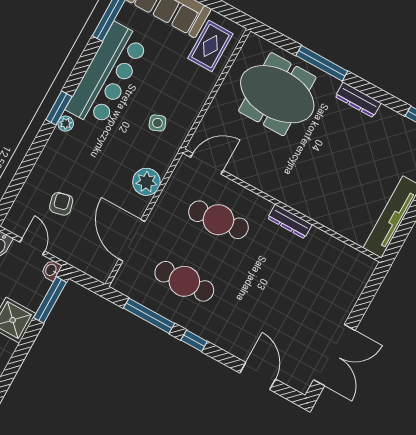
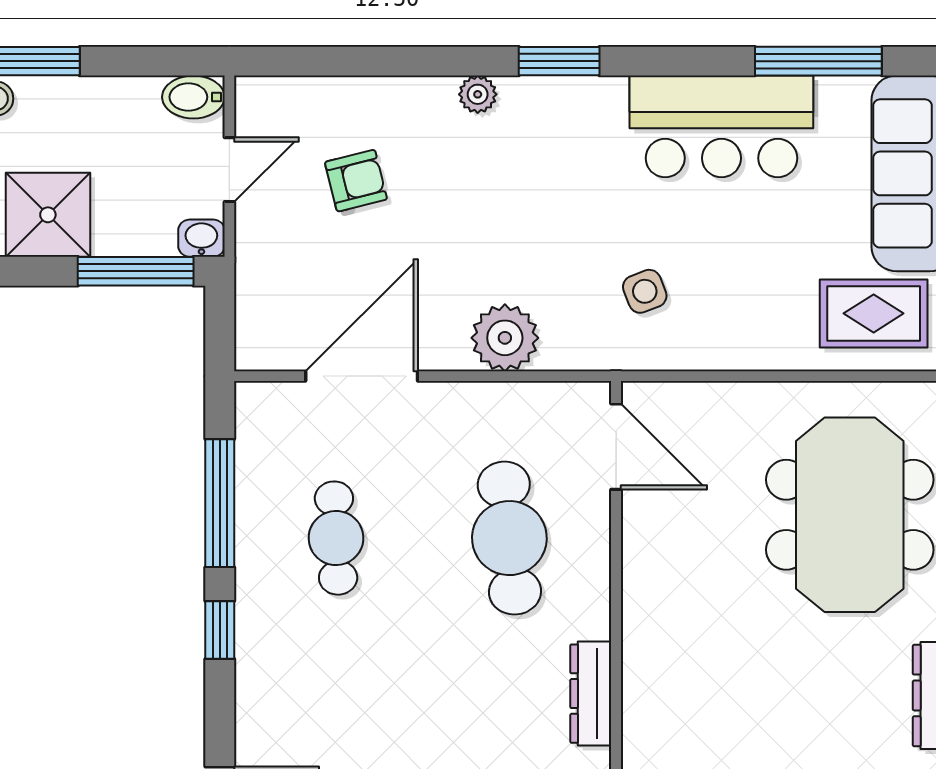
bar counter: (107, 75) -> (721, 126), width x0.73
plant: (66, 124) -> (478, 94), moved
cafe table: (184, 281) -> (336, 538), width x0.73, depth x0.74

